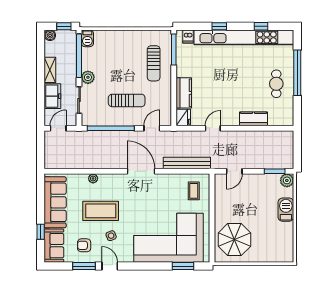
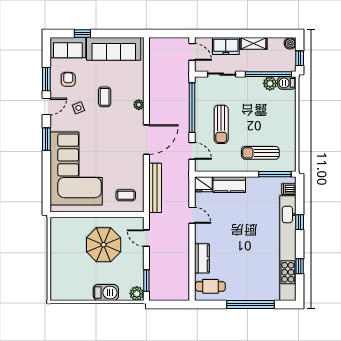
plant: (88, 77) -> (270, 83), moved
cafe table: (276, 84) -> (210, 286), moved
plant: (93, 178) -> (139, 105), moved
coffee table: (101, 211) -> (105, 97), width x0.54, depth x0.58
parasol: (234, 240) -> (104, 245), moved
window: (183, 266) -> (46, 139), moved

